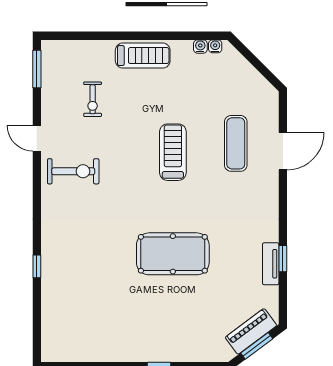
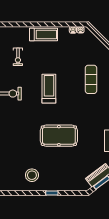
treadmill: (173, 152) -> (49, 89), moved
stool: (120, 331) -> (32, 175), added

